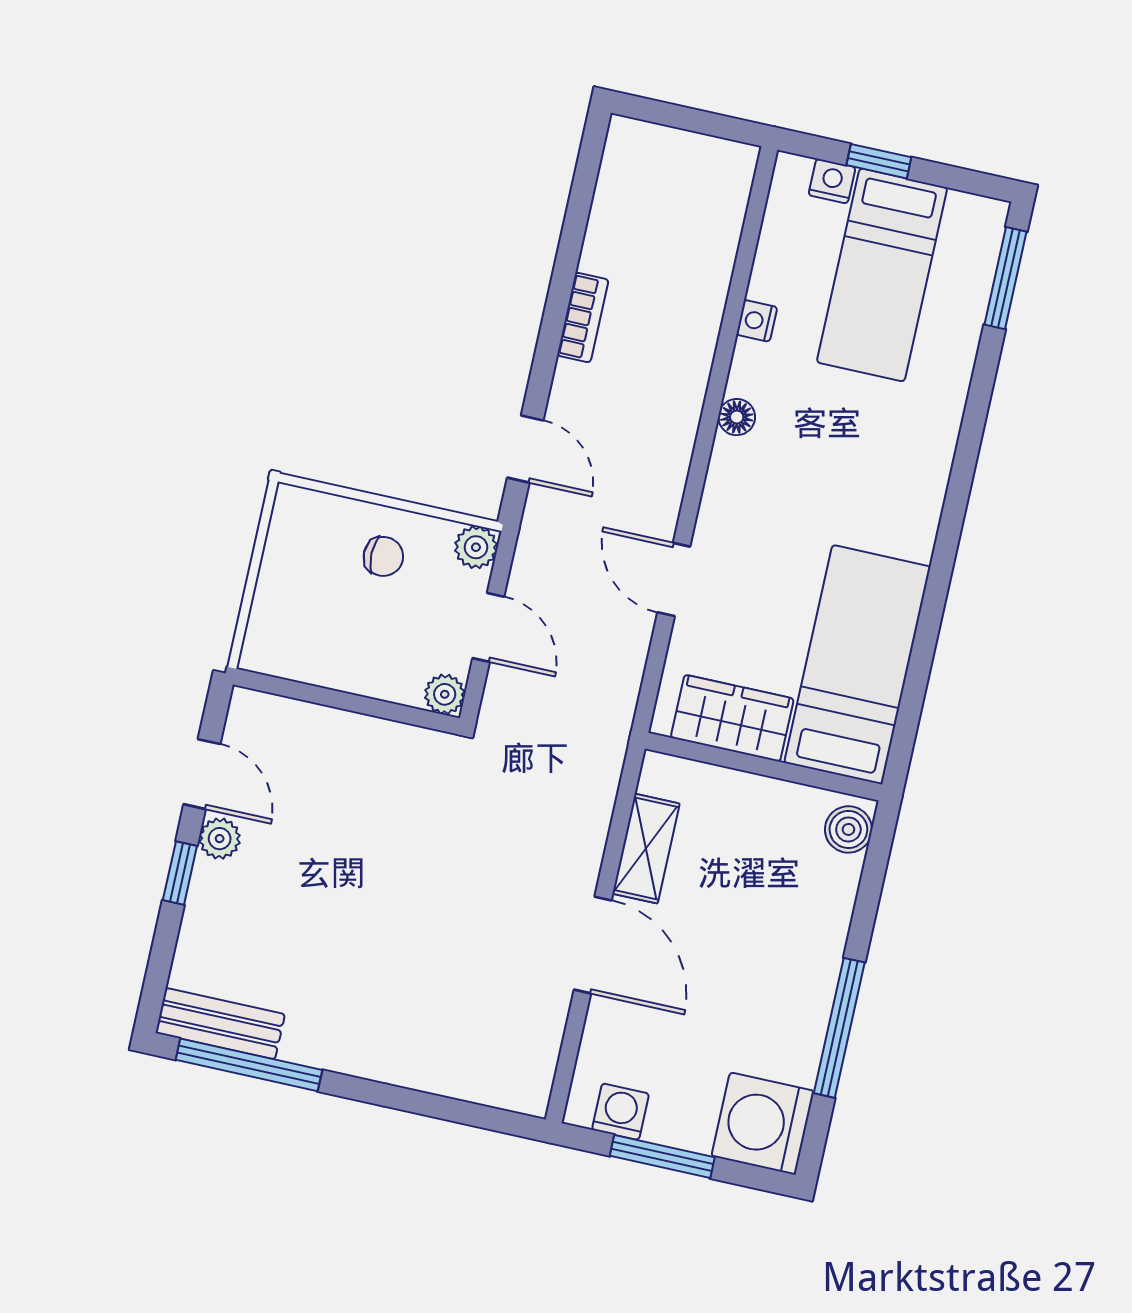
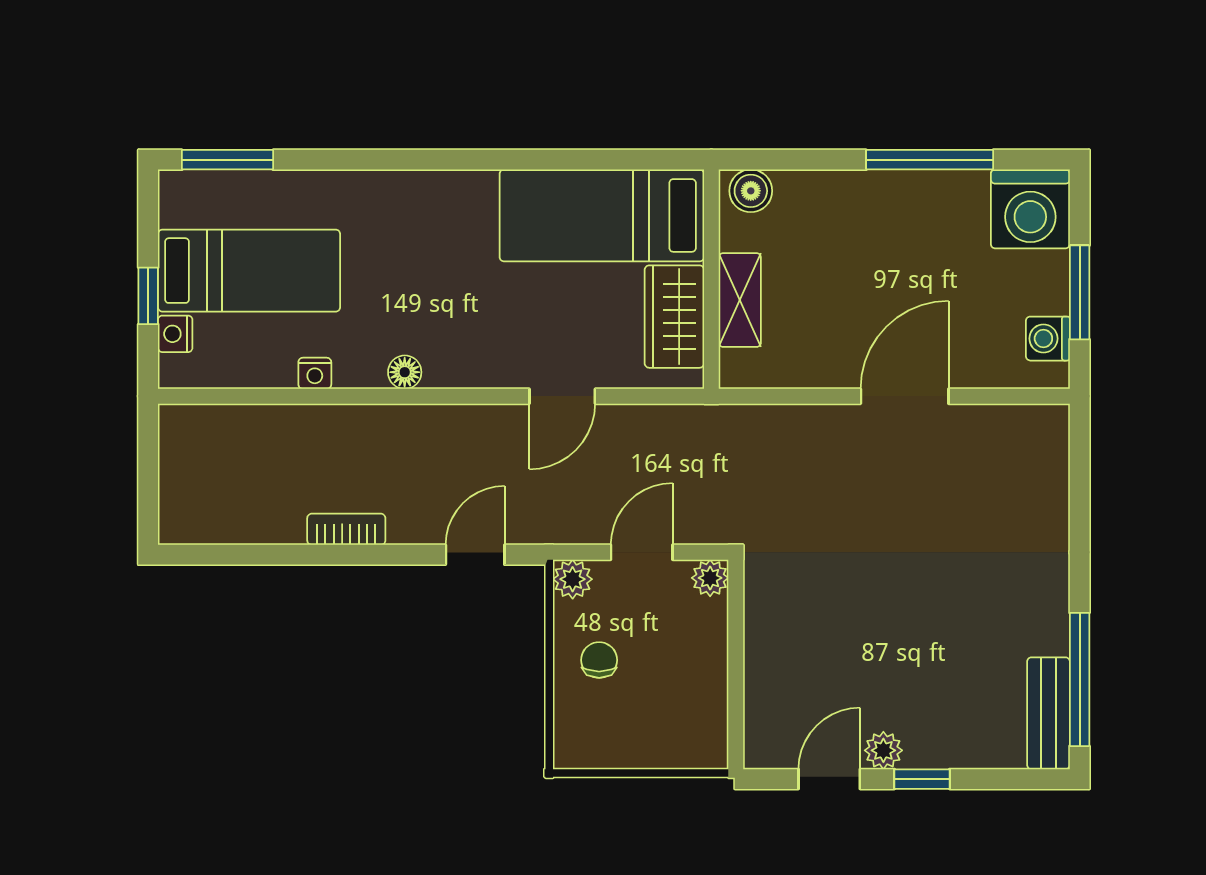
shelving: (646, 849) -> (740, 300), moved, turned 90

